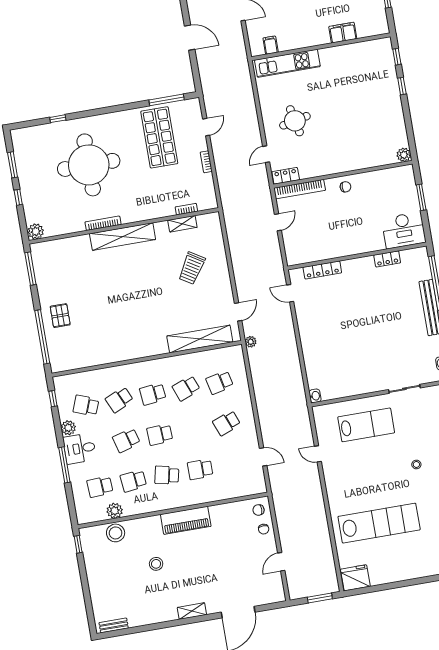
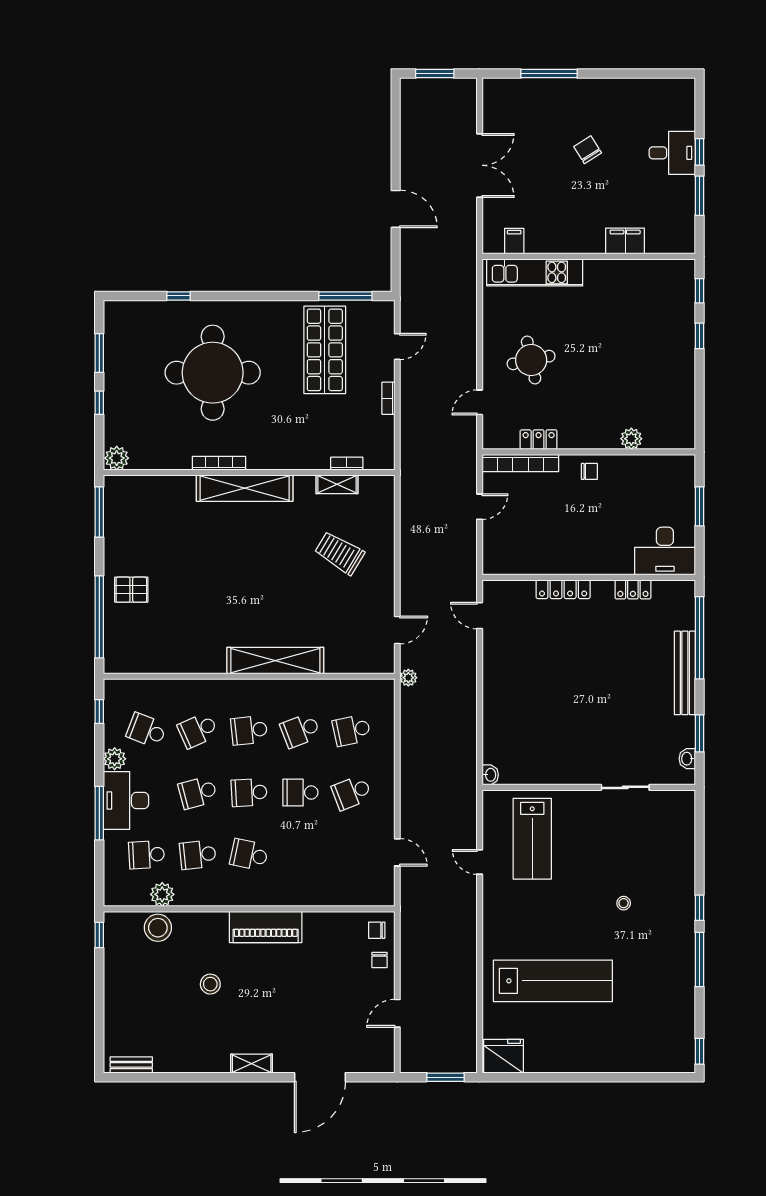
plant: (404, 155) -> (631, 439), moved
locker: (286, 176) -> (539, 440), moved
trolley: (192, 268) -> (339, 553), turned 89
locker: (322, 270) -> (563, 589), moved
pallet: (60, 316) -> (131, 590), turned 90
shelving: (200, 339) -> (275, 661), moved
lab bench: (366, 425) -> (532, 839), moved, turned 90
desk: (80, 449) -> (126, 800), width x1.37
school desk: (200, 469) -> (300, 793), moved

